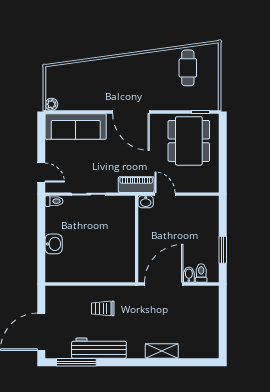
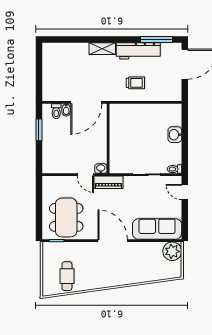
plant: (51, 104) -> (172, 251), width x1.87, depth x1.87
shelving: (162, 351) -> (102, 49), moved

